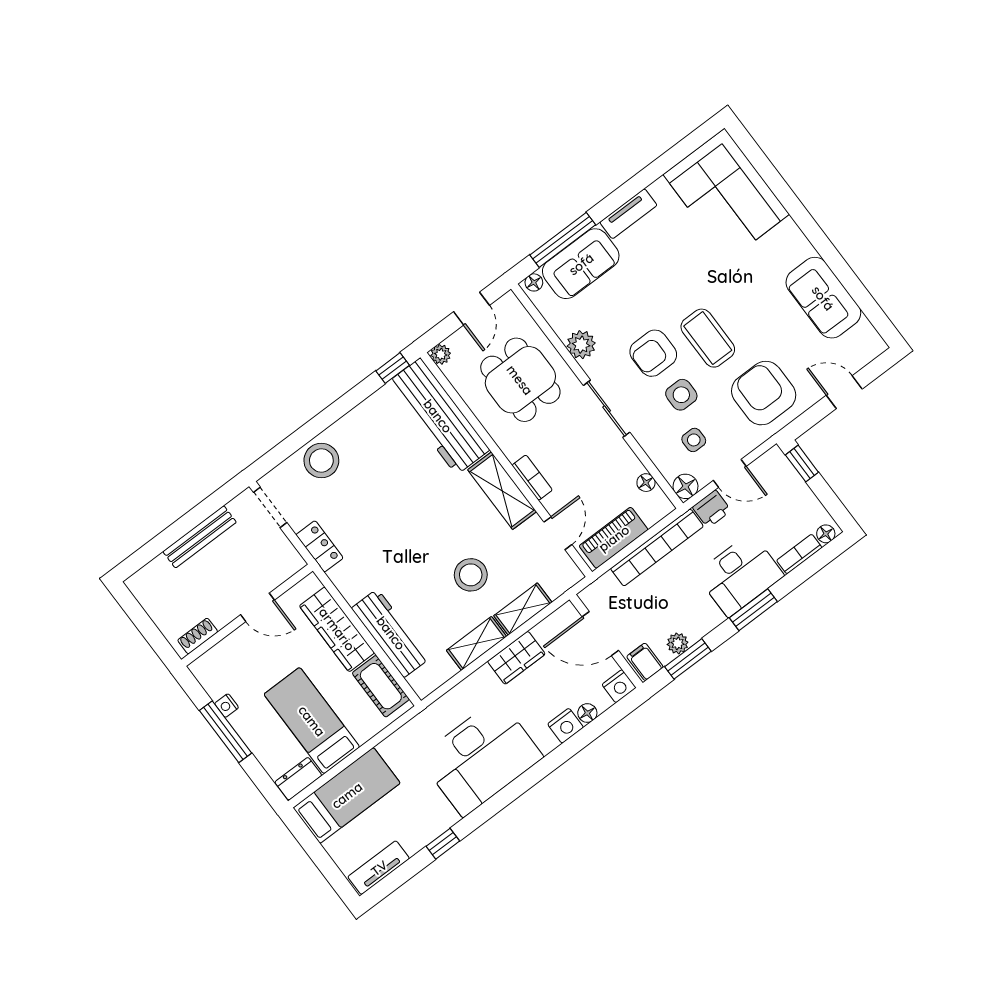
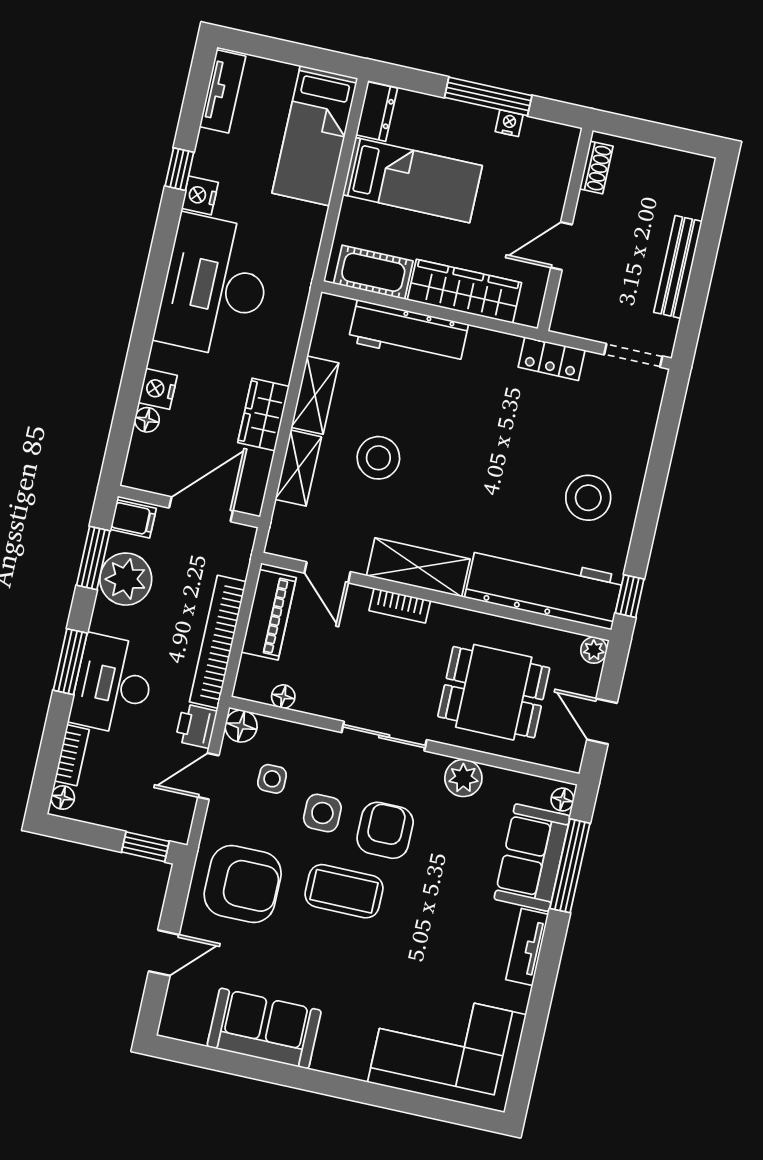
stool: (321, 460) -> (588, 498), moved
plant: (678, 643) -> (126, 579), width x1.87, depth x1.87
nightstand: (619, 686) -> (200, 195), moved

